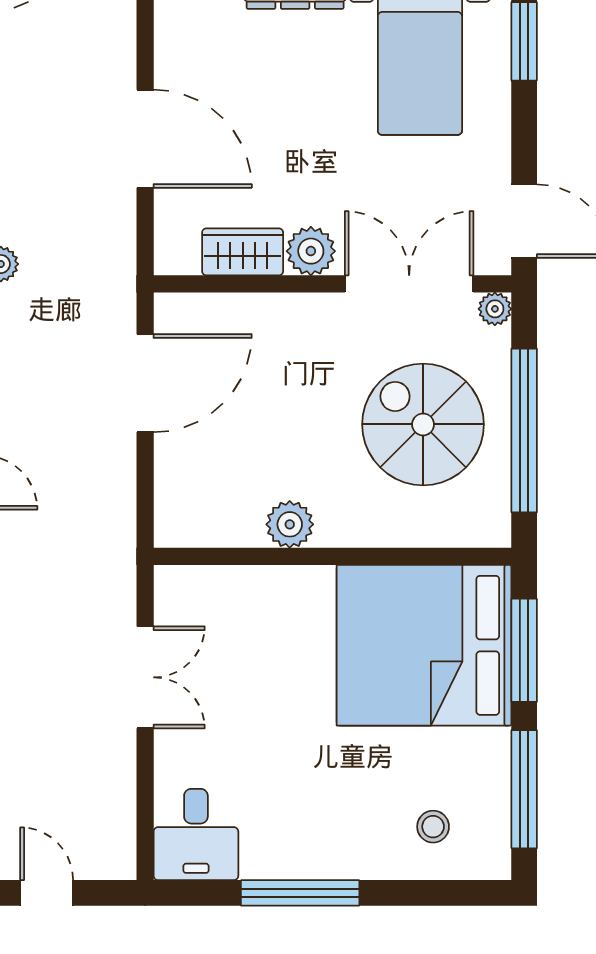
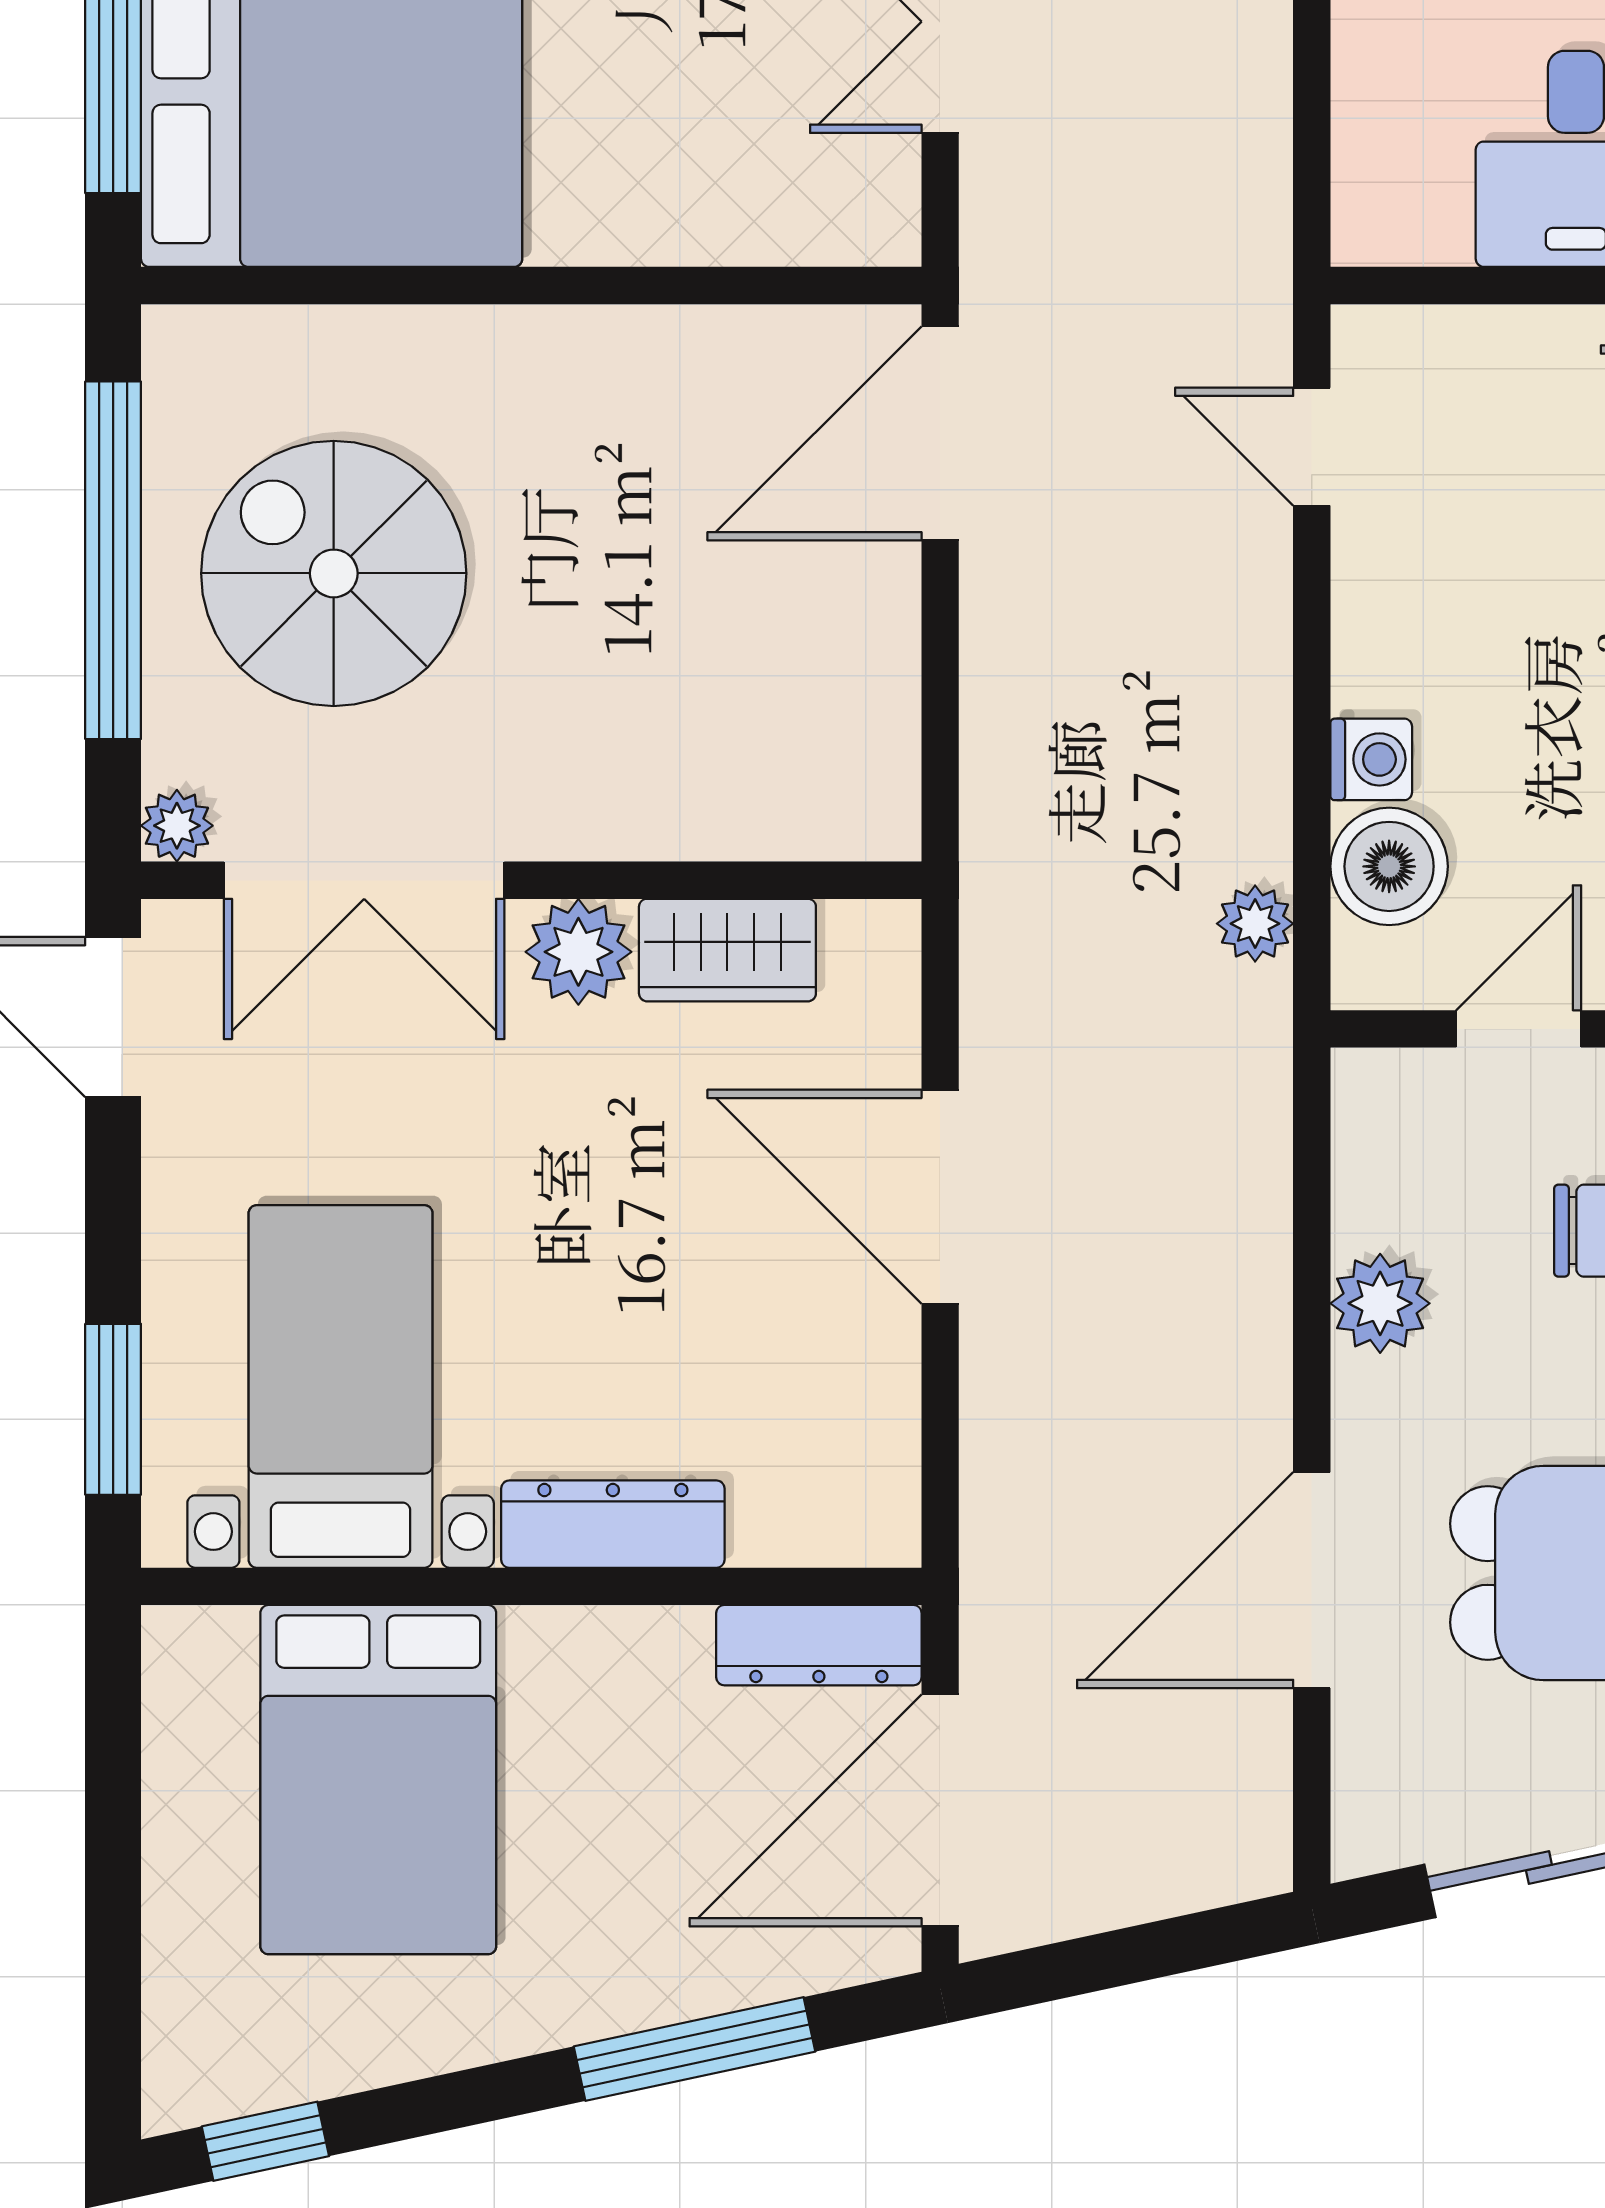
door: (145, 383) -> (940, 433), moved
spiral stairs: (423, 424) -> (334, 573), turned 180
plant: (290, 524) -> (625, 356), removed

